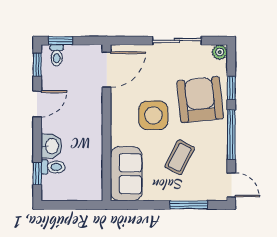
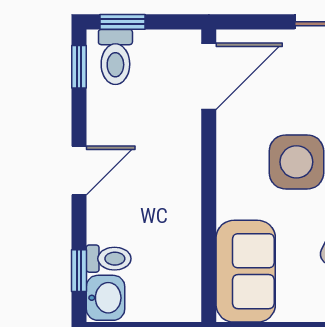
toilet: (57, 55) -> (115, 57), width x1.37, depth x1.39
door: (37, 104) -> (79, 170), moved
washbasin: (51, 146) -> (105, 298), moved

